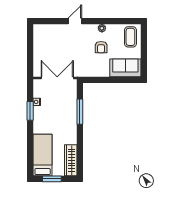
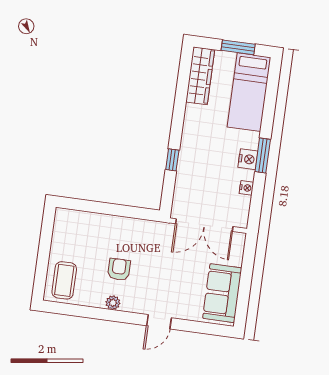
sofa: (125, 68) -> (222, 293), moved, turned 90
window: (30, 111) -> (263, 156), moved
window: (80, 112) -> (172, 160), width x0.46
nightstand: (38, 118) -> (248, 159), added

